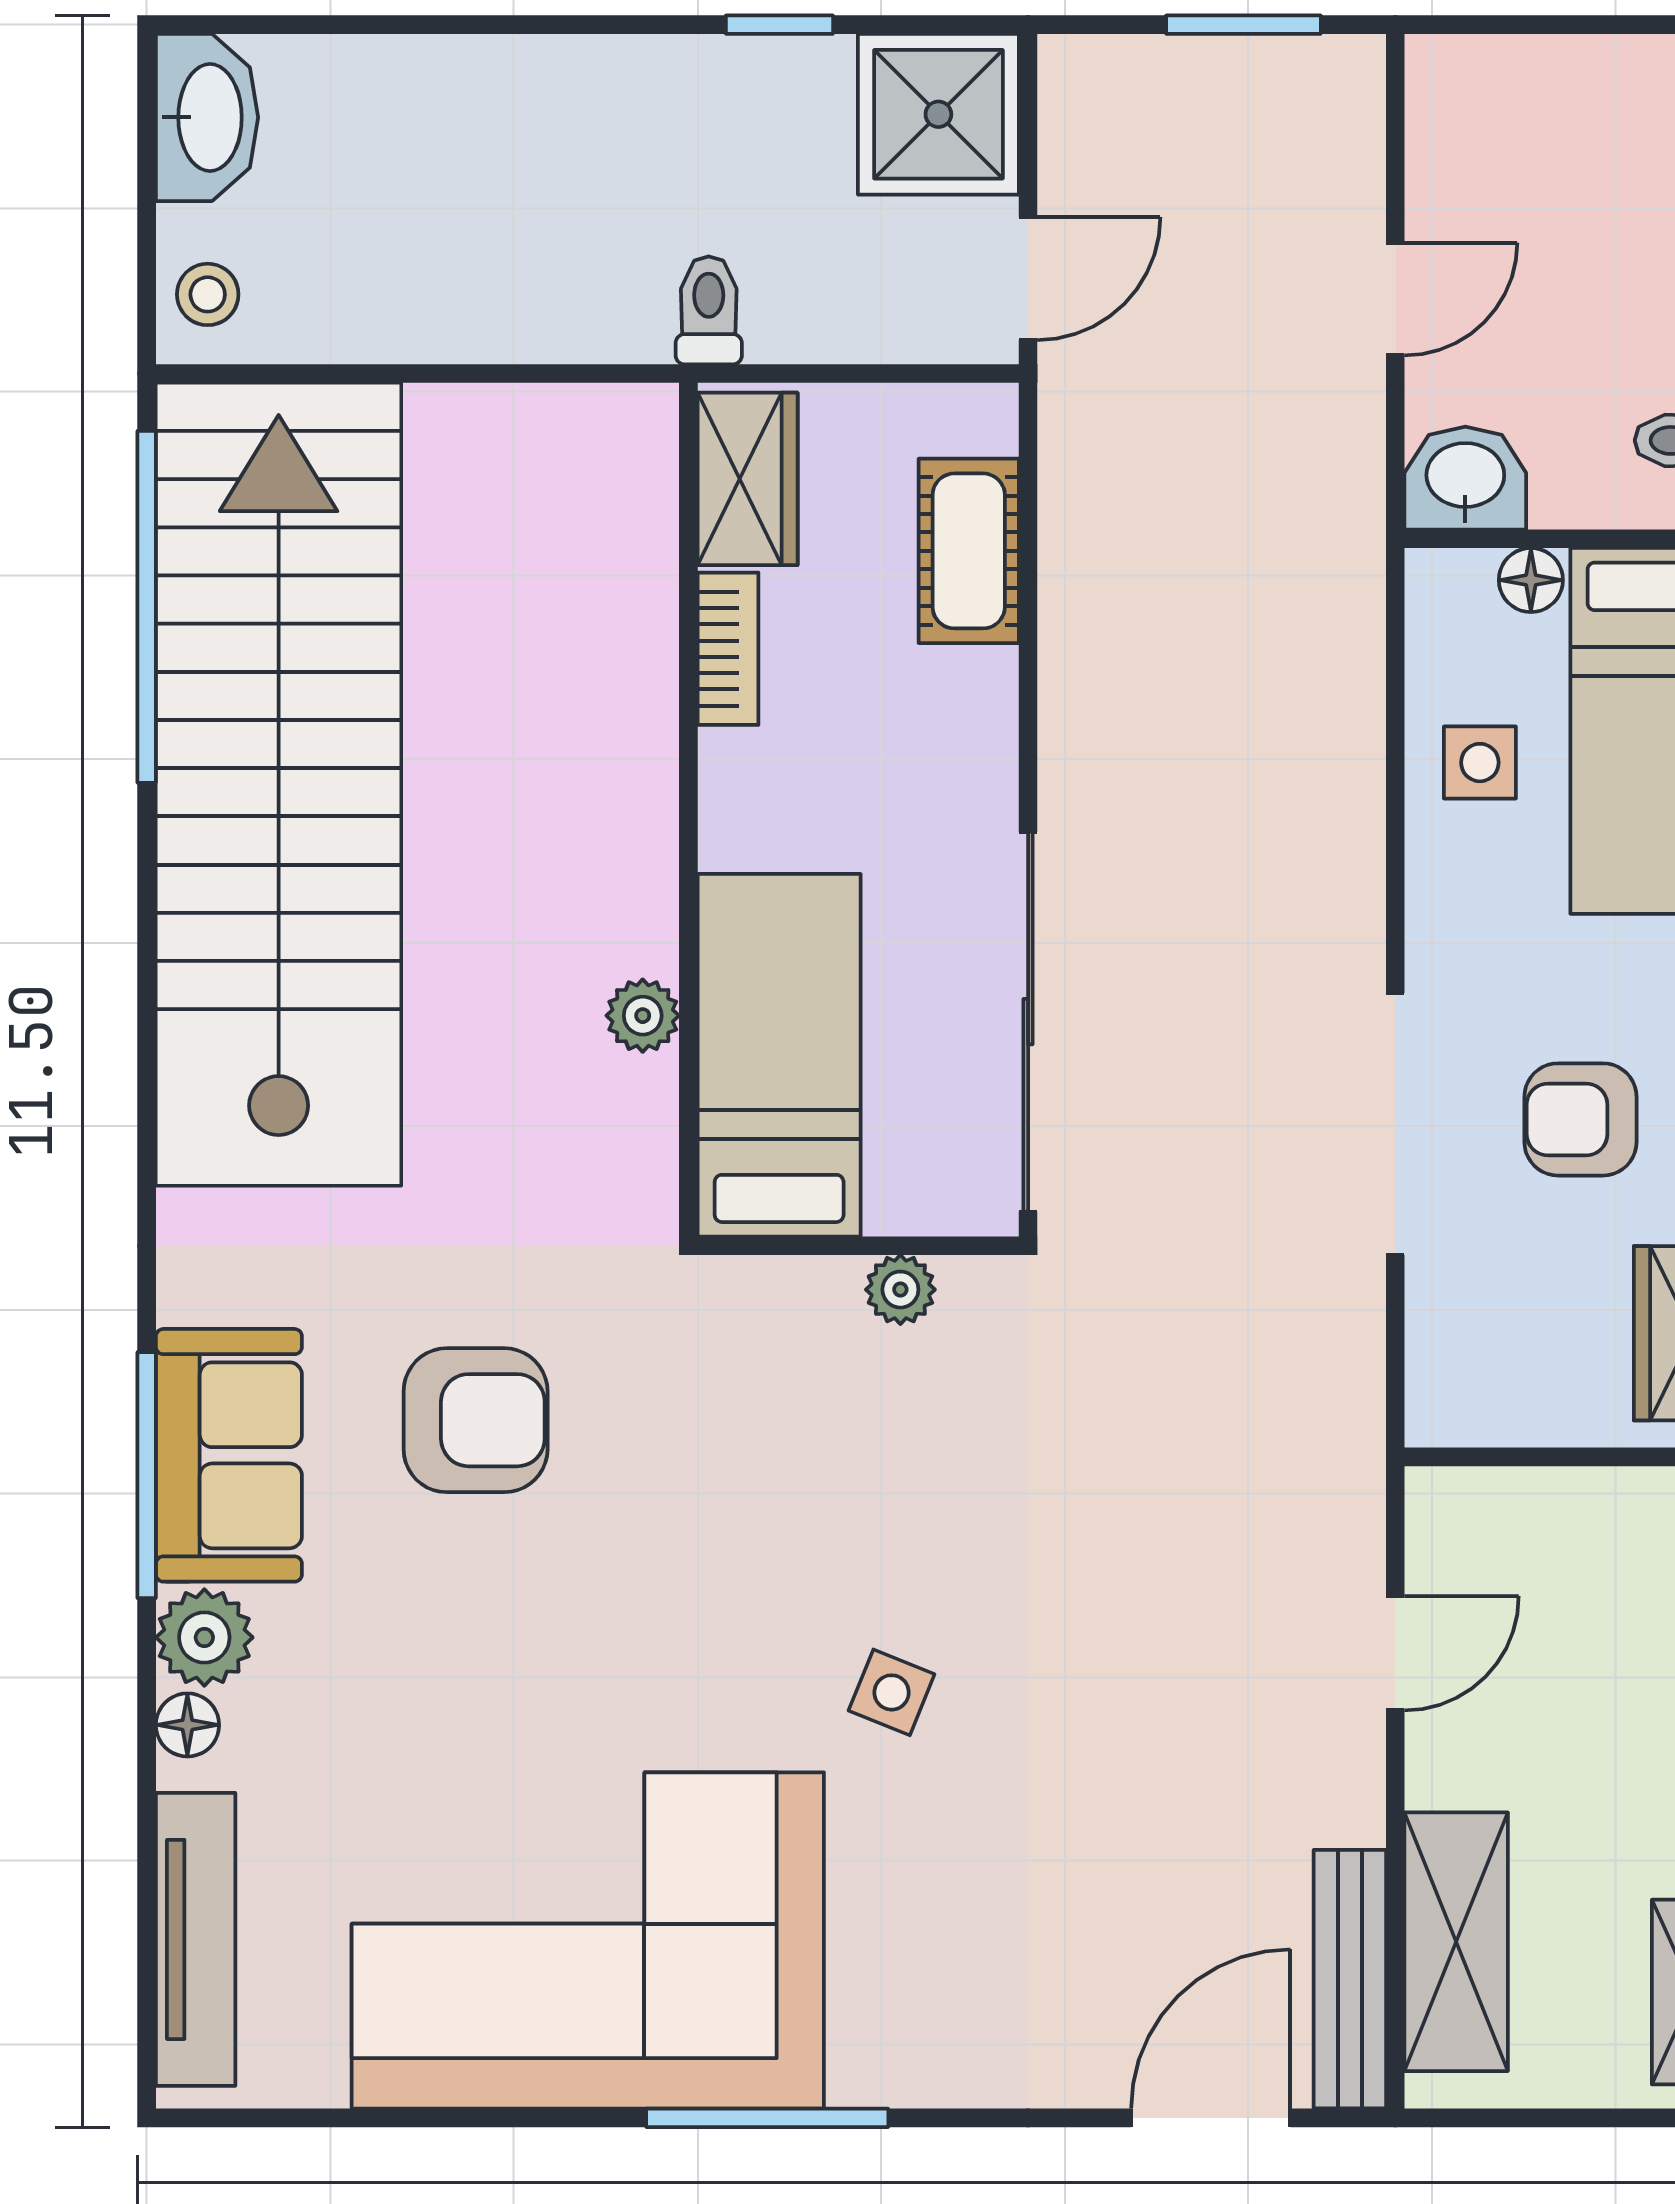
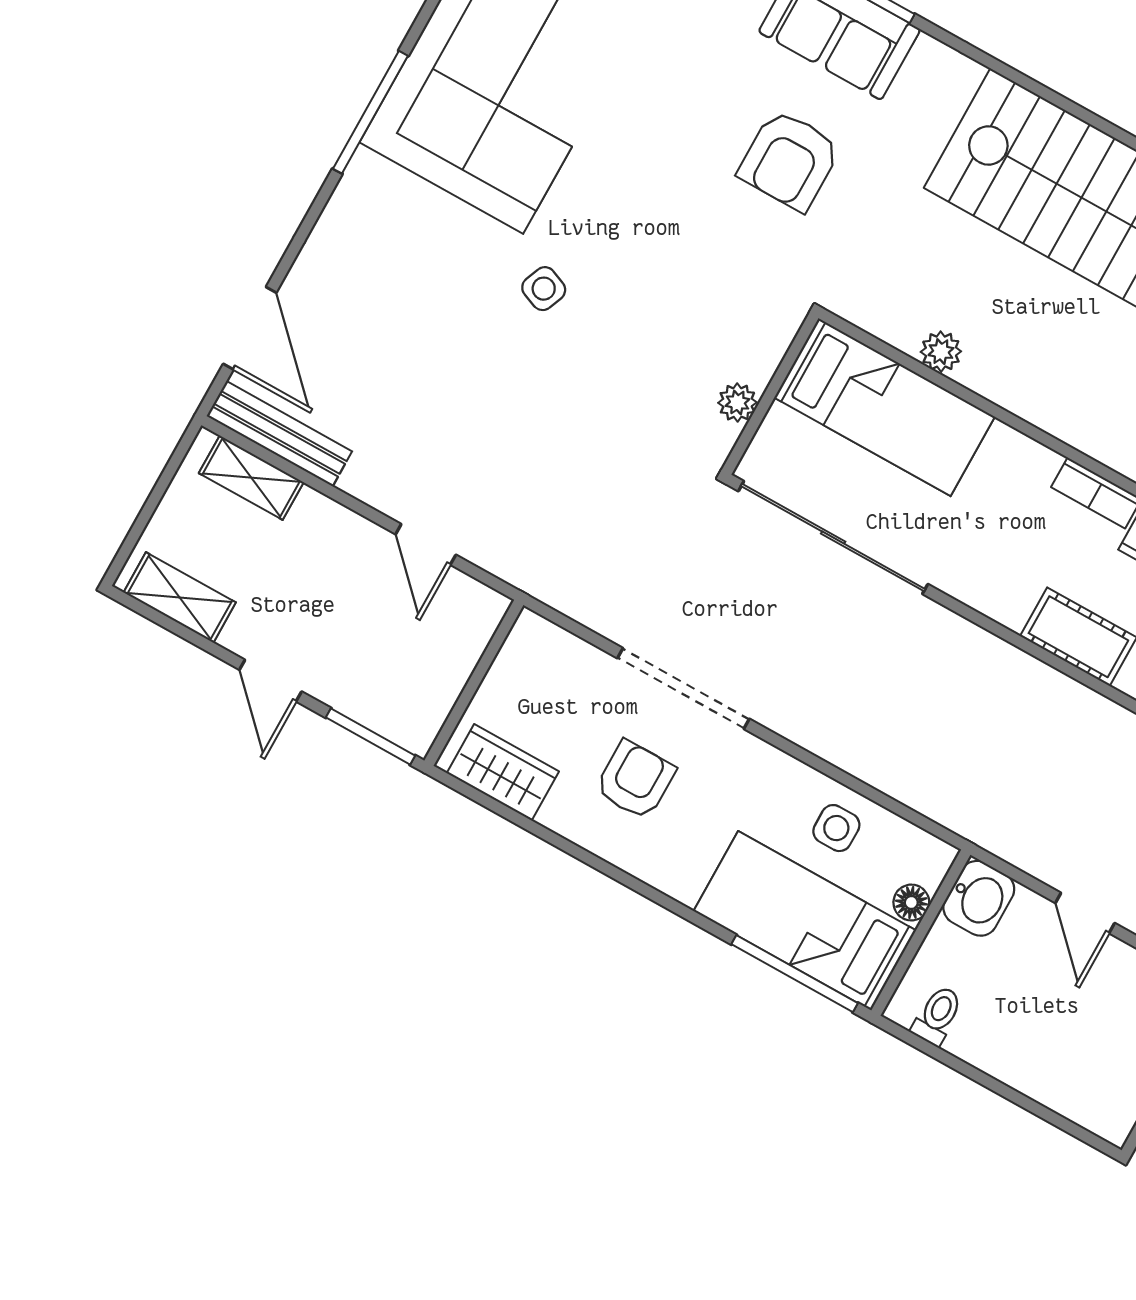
shelving: (1456, 1942) -> (251, 478), width x0.67, depth x0.75

